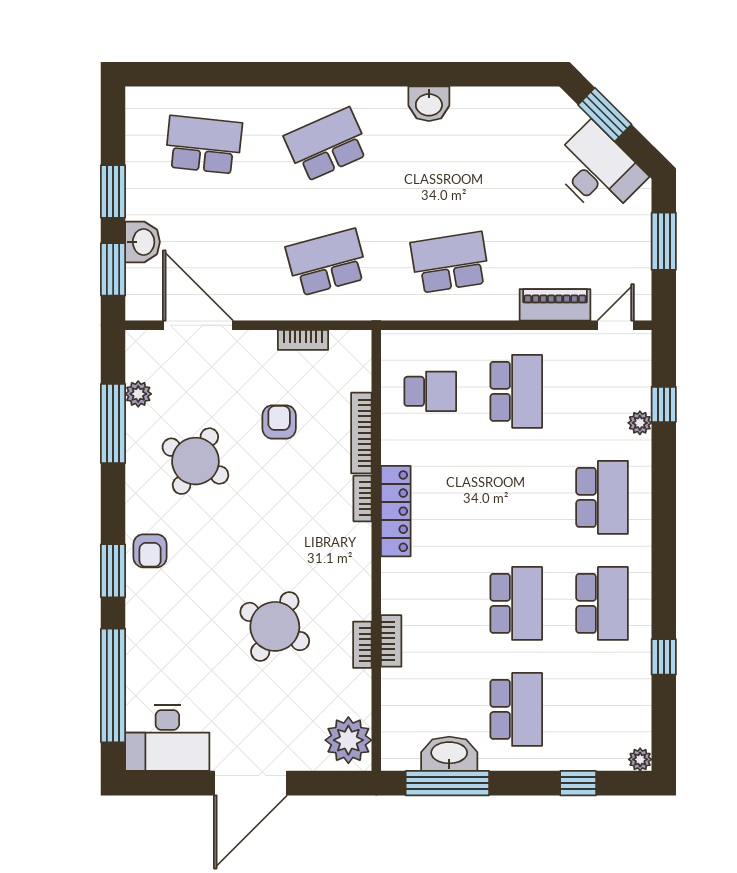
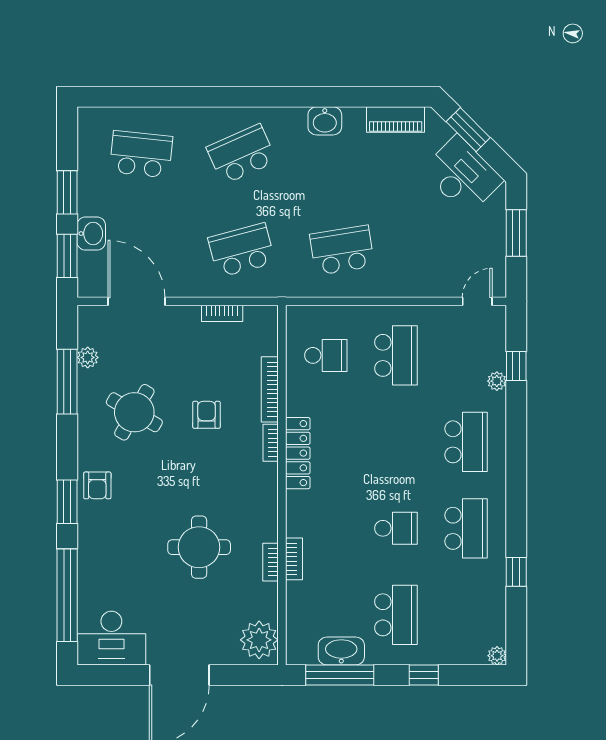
piano: (555, 305) -> (396, 120), moved, turned 180
armchair: (279, 422) -> (206, 415), moved
school desk: (516, 603) -> (396, 528), width x0.54
round table: (275, 626) -> (199, 547), turned -30
window: (578, 783) -> (424, 675), moved

